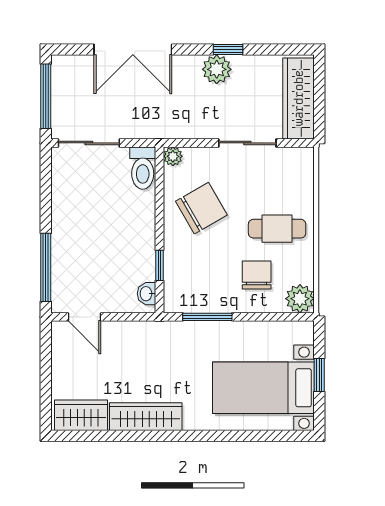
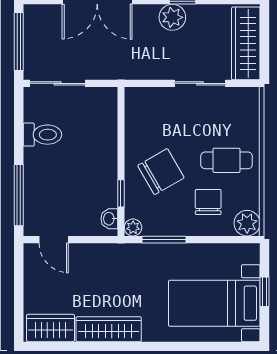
plant: (173, 156) -> (133, 227), moved
toilet: (143, 168) -> (42, 135), moved, turned -90
chair: (201, 208) -> (161, 172), moved

